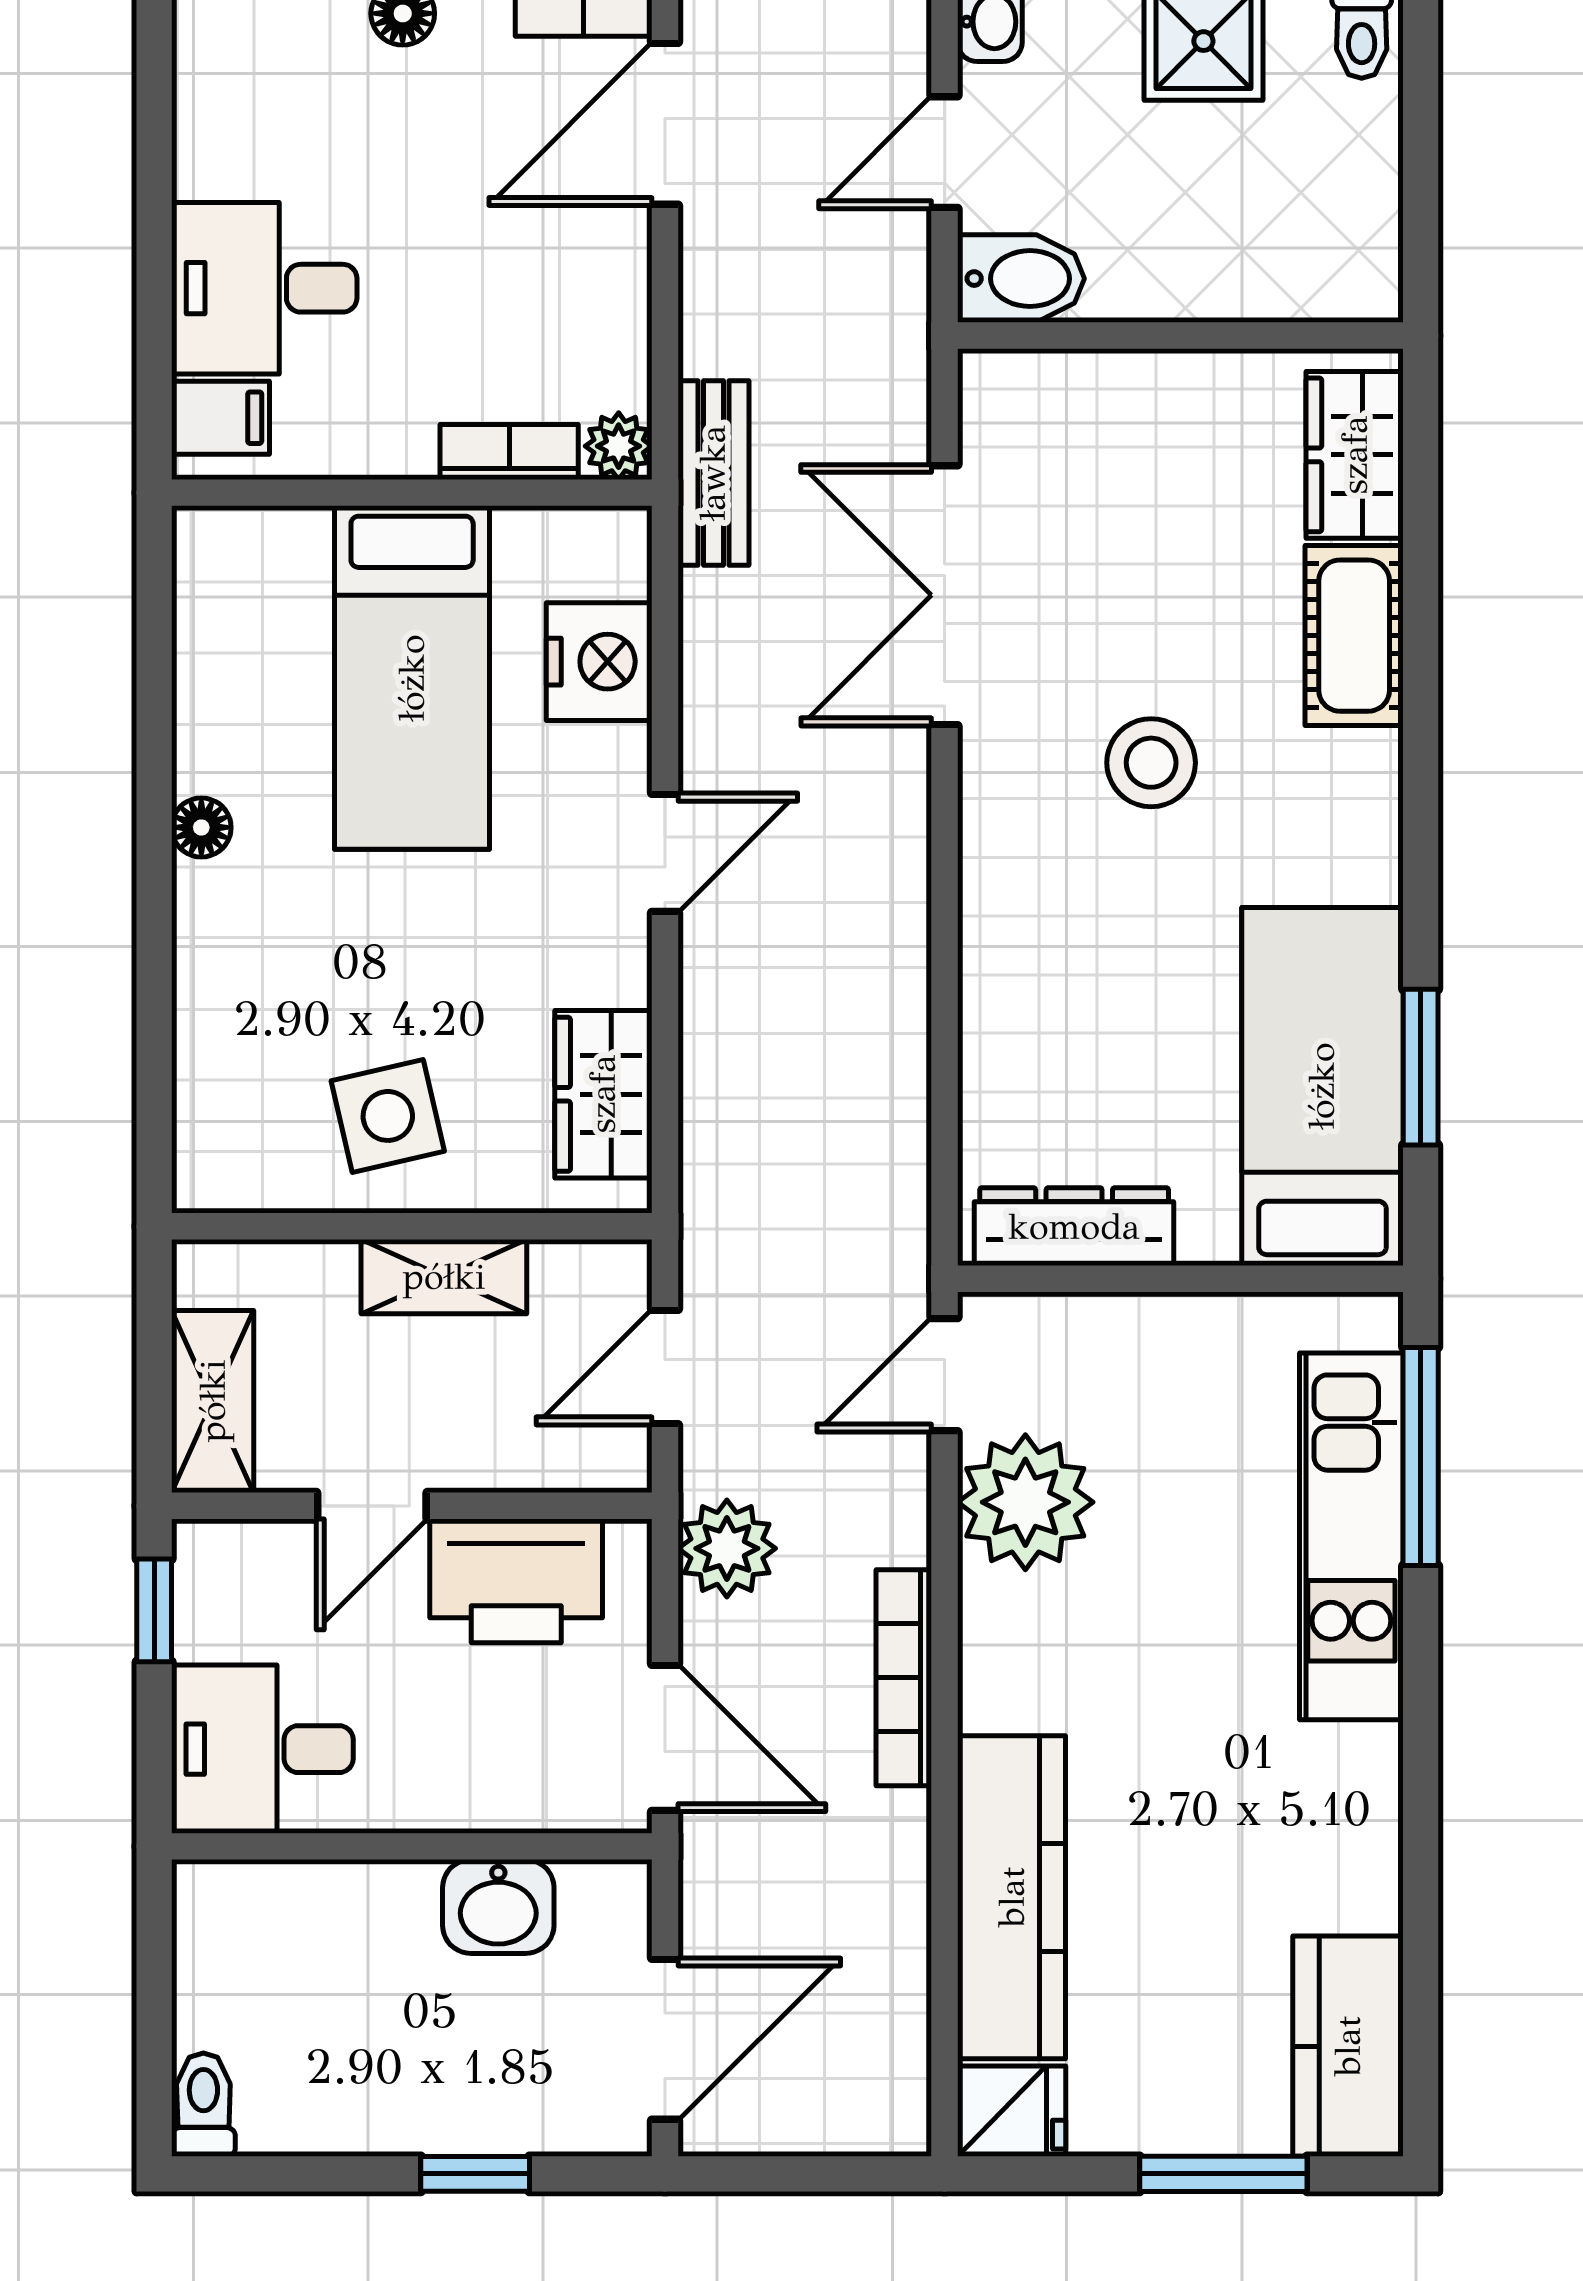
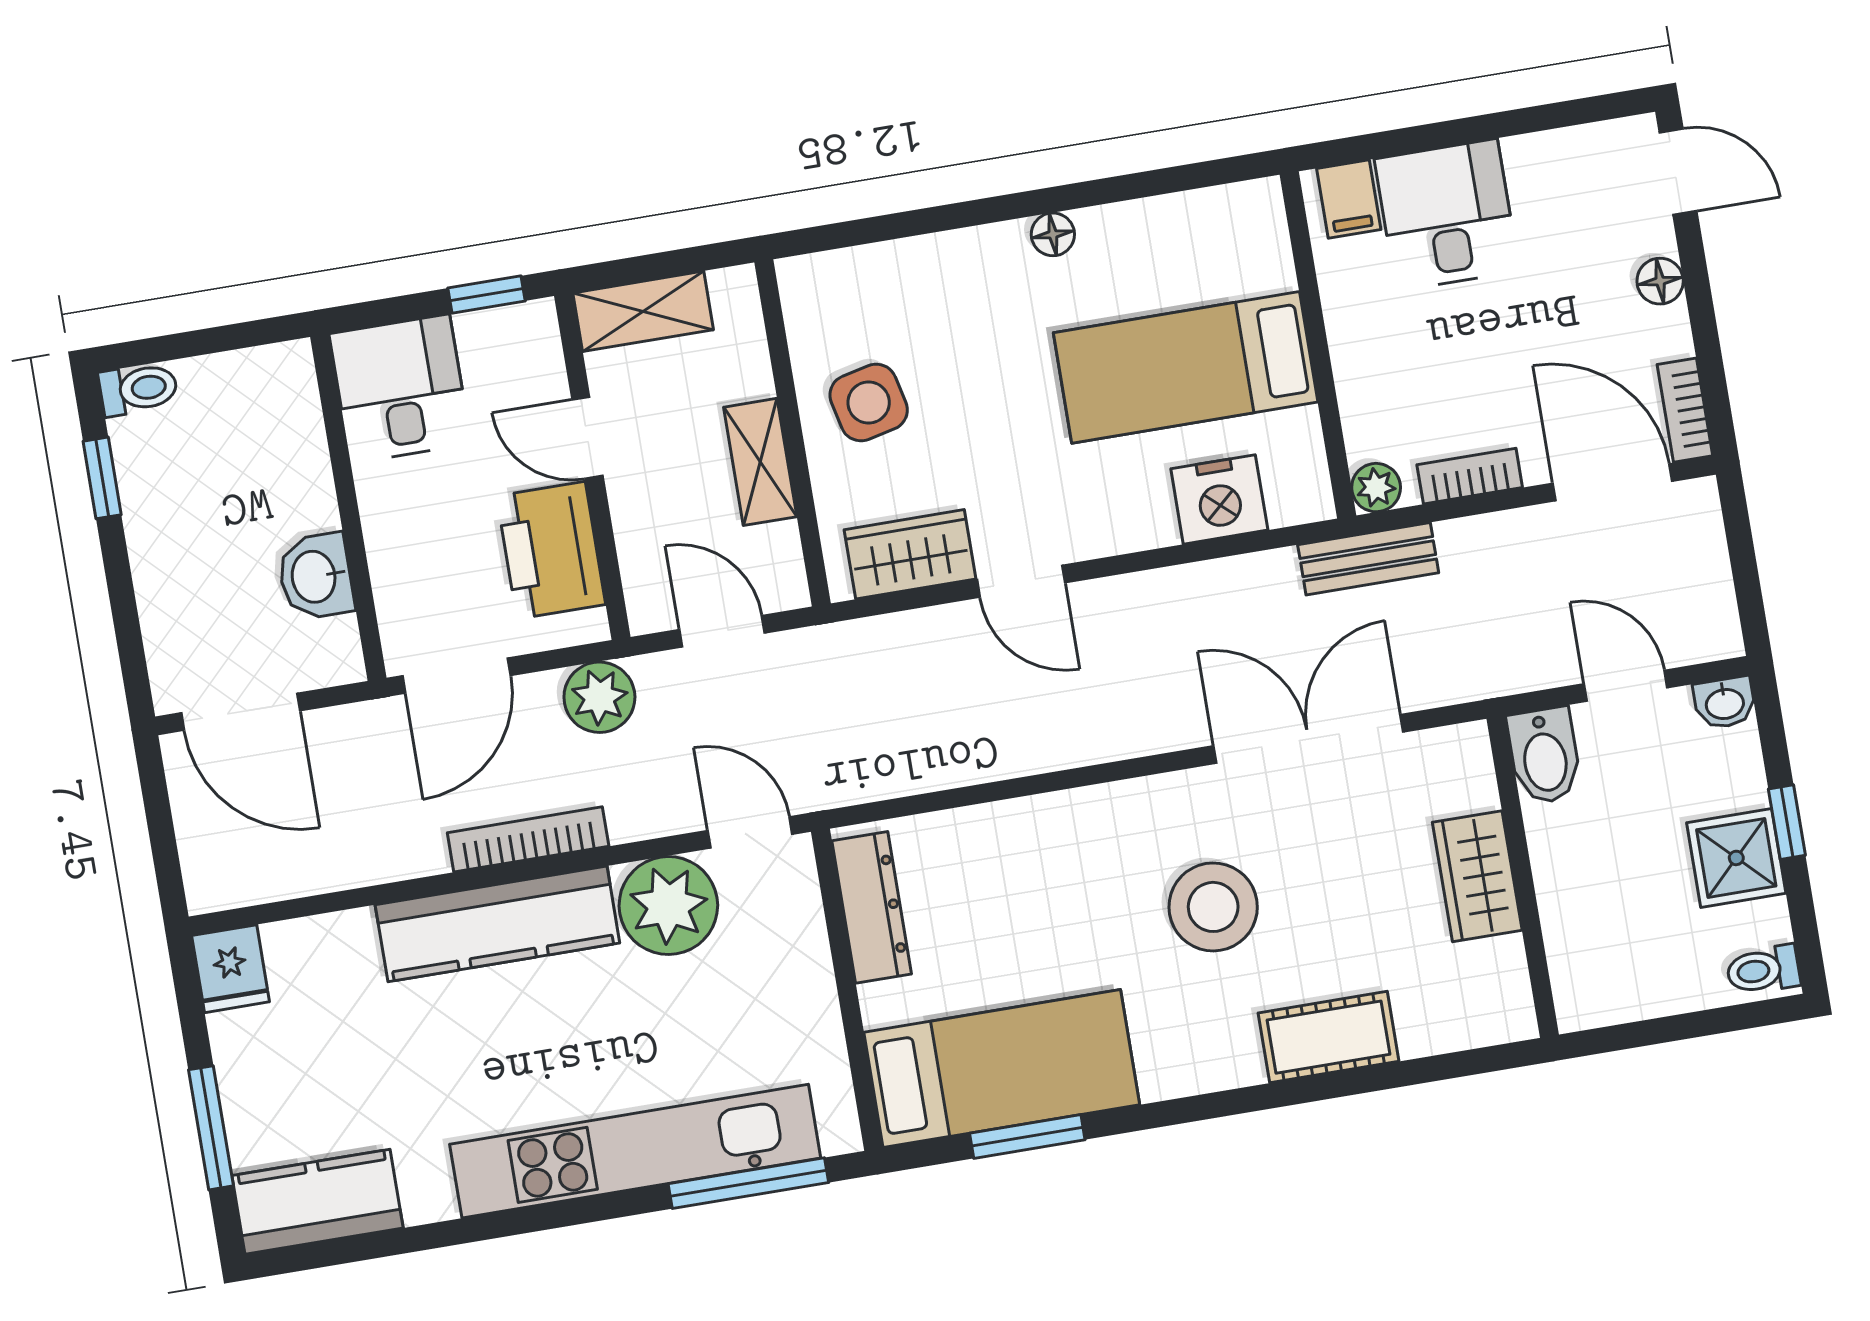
bookcase: (509, 452) -> (1470, 476), moved, turned -90
wardrobe: (1355, 455) -> (1477, 876), moved, turned -90
stool: (1151, 763) -> (1213, 907), width x1.38, depth x1.38
door: (665, 853) -> (1021, 581), moved
kitchen unit: (1351, 1536) -> (635, 1151), width x1.36
kitchen counter: (1012, 1897) -> (497, 924), moved
window: (475, 2174) -> (102, 478), moved

